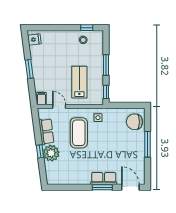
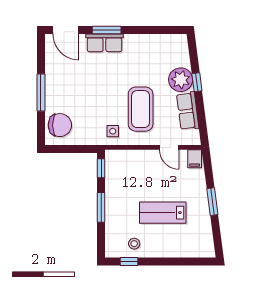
fridge: (34, 40) -> (205, 244), removed
lab bench: (79, 82) -> (163, 213), moved, turned 90

